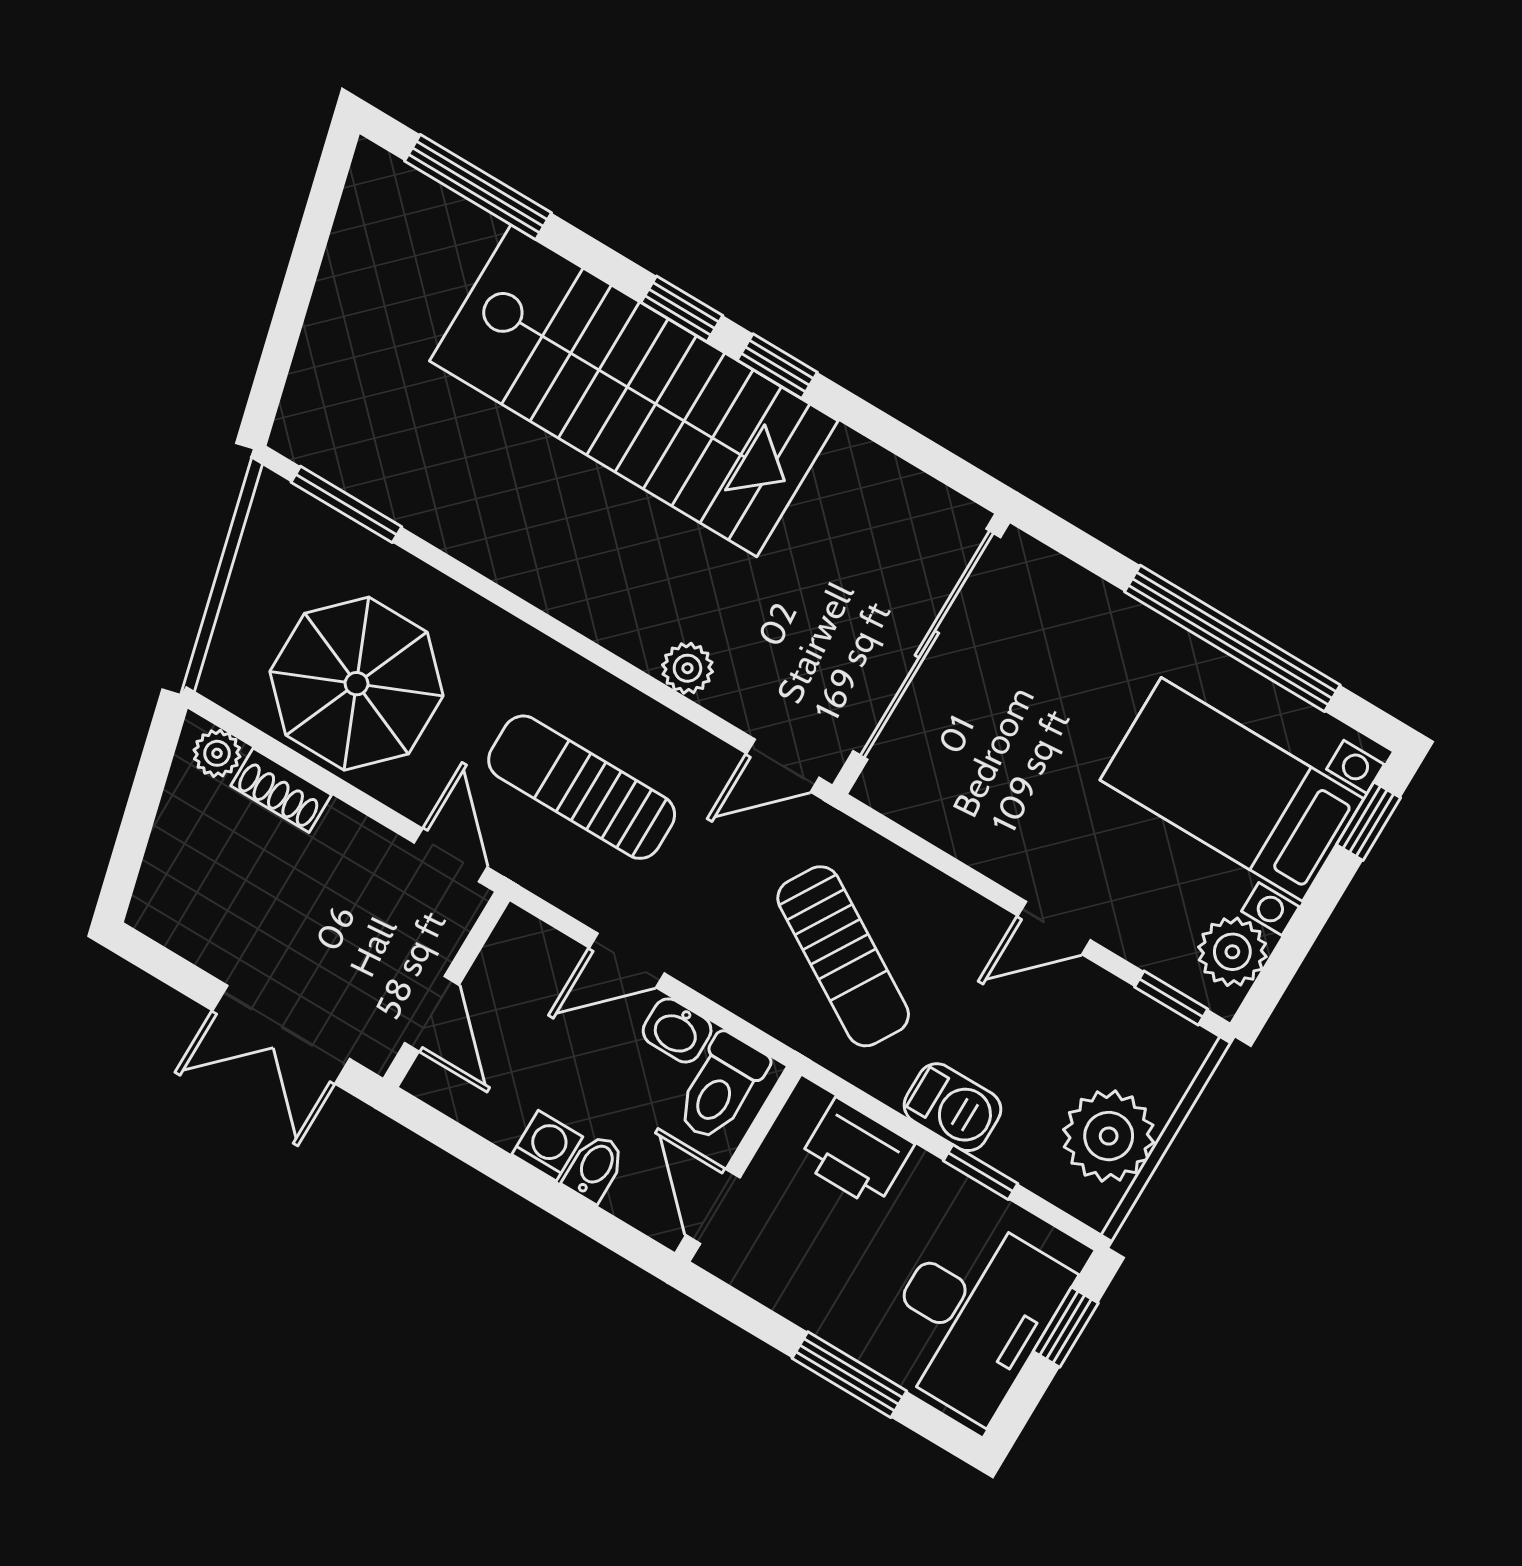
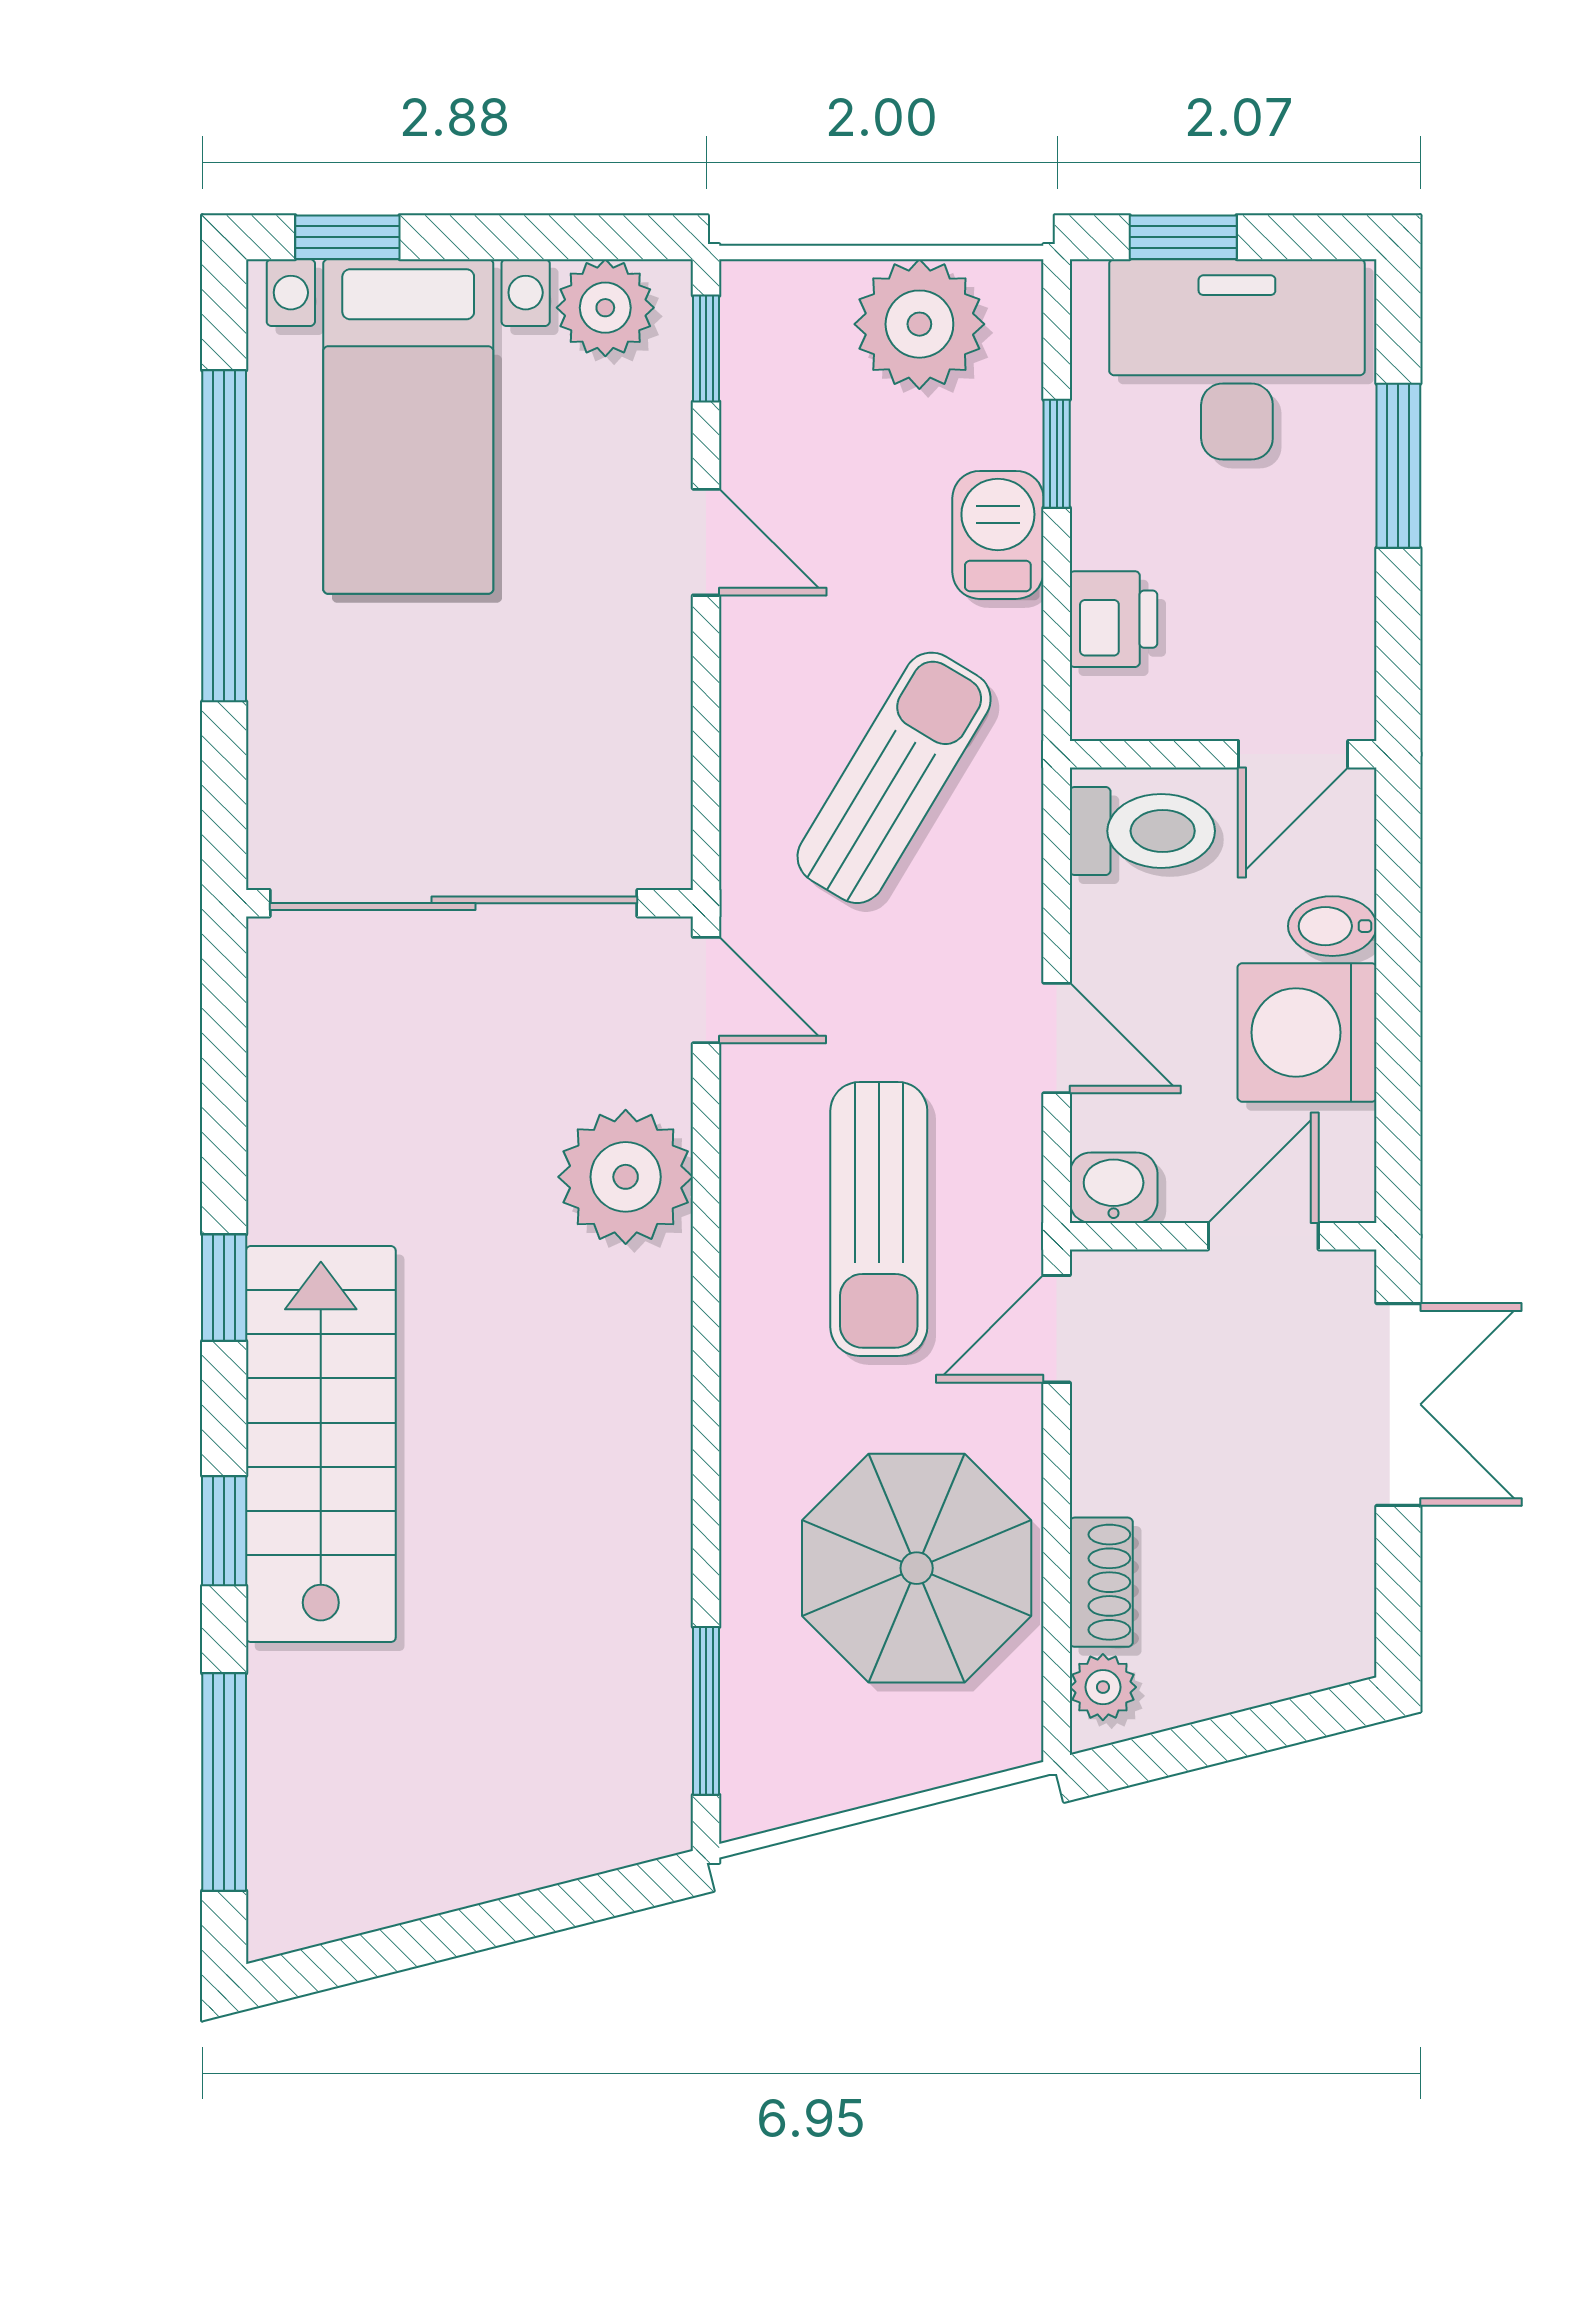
window: (682, 309) -> (224, 1531), moved
stairs: (634, 391) -> (321, 1444), width x0.73, depth x0.66
plant: (687, 668) -> (626, 1177), width x1.88, depth x1.88
washbasin: (677, 1030) -> (1114, 1188), moved, turned -90
washing machine: (547, 1146) -> (1307, 1032), width x1.89, depth x1.89
printer: (856, 1153) -> (1113, 619), width x0.73, depth x0.81

